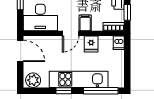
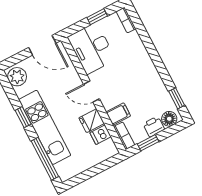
filing cabinet: (85, 23) -> (118, 114), moved
dishwasher: (119, 43) -> (101, 135), moved
door: (20, 51) -> (42, 45), hinge flipped

